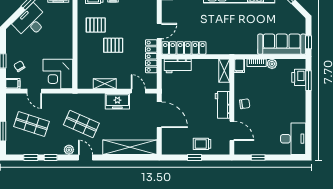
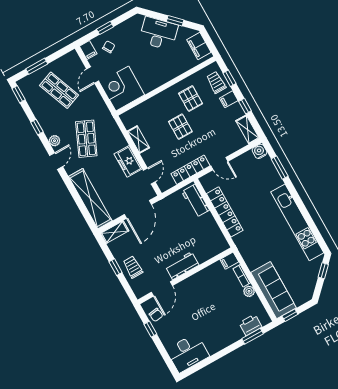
locker: (184, 48) -> (225, 212), moved
shelving: (224, 71) -> (115, 232), moved
chair: (245, 104) -> (156, 315), moved
shop shelf: (32, 124) -> (59, 90), turned -39
window: (31, 157) -> (19, 94), moved

